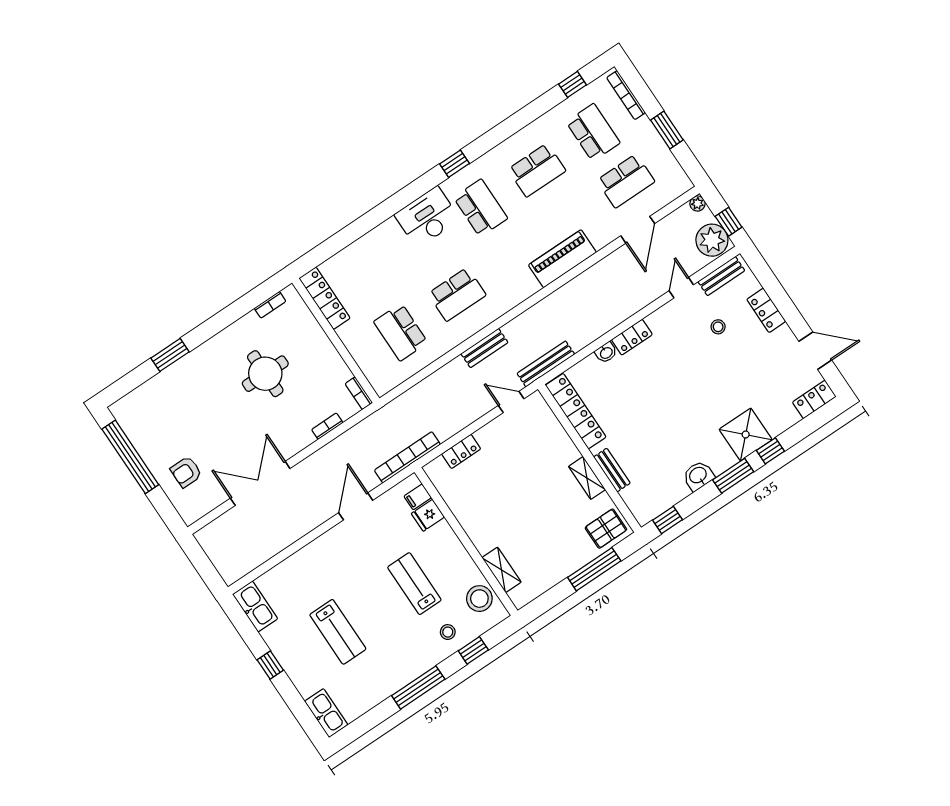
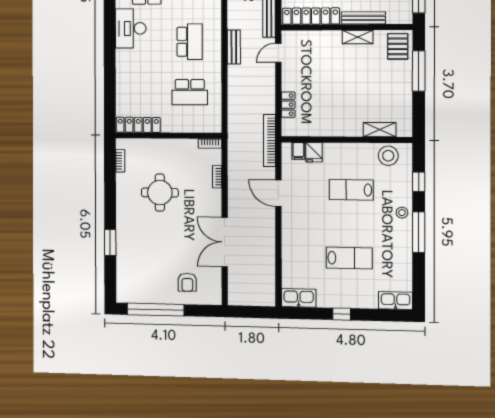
bench: (612, 470) -> (363, 18), width x1.36
stool: (448, 632) -> (402, 213), moved

